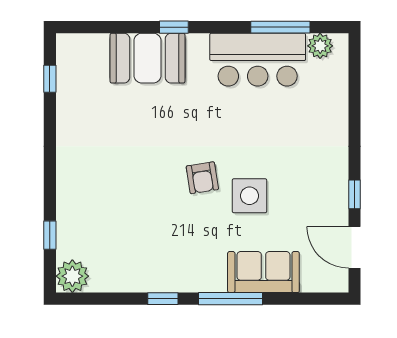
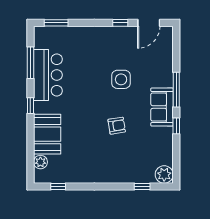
window: (174, 27) -> (30, 106), moved
plant: (320, 46) -> (40, 162), moved
window: (355, 75) -> (56, 23), added
armchair: (202, 178) -> (117, 126), moved
sofa: (263, 272) -> (162, 107), moved

